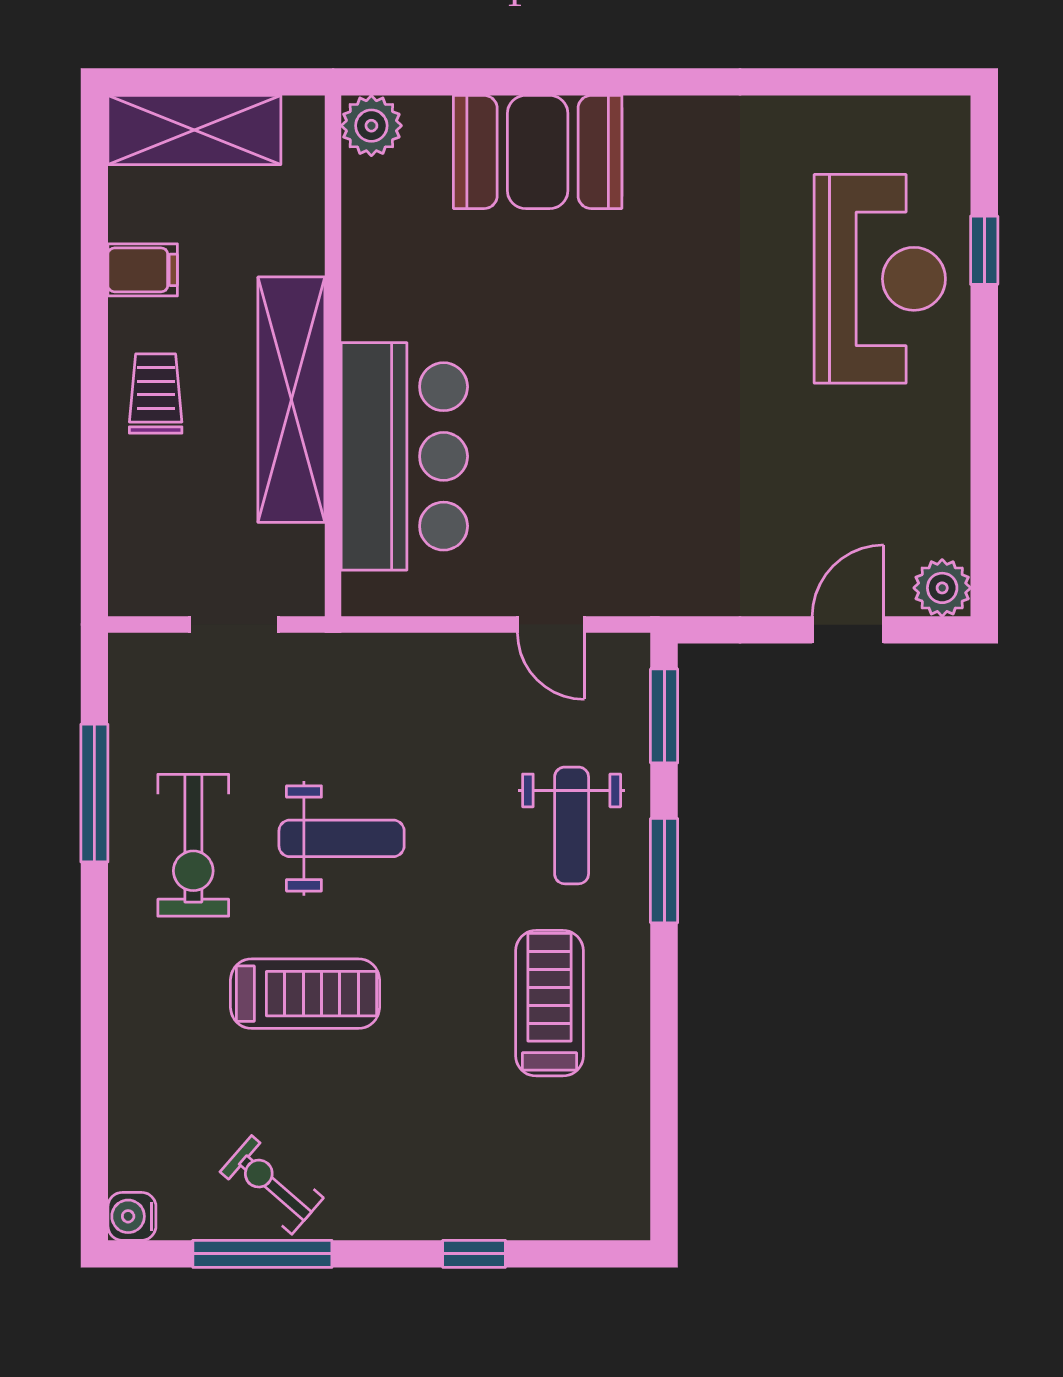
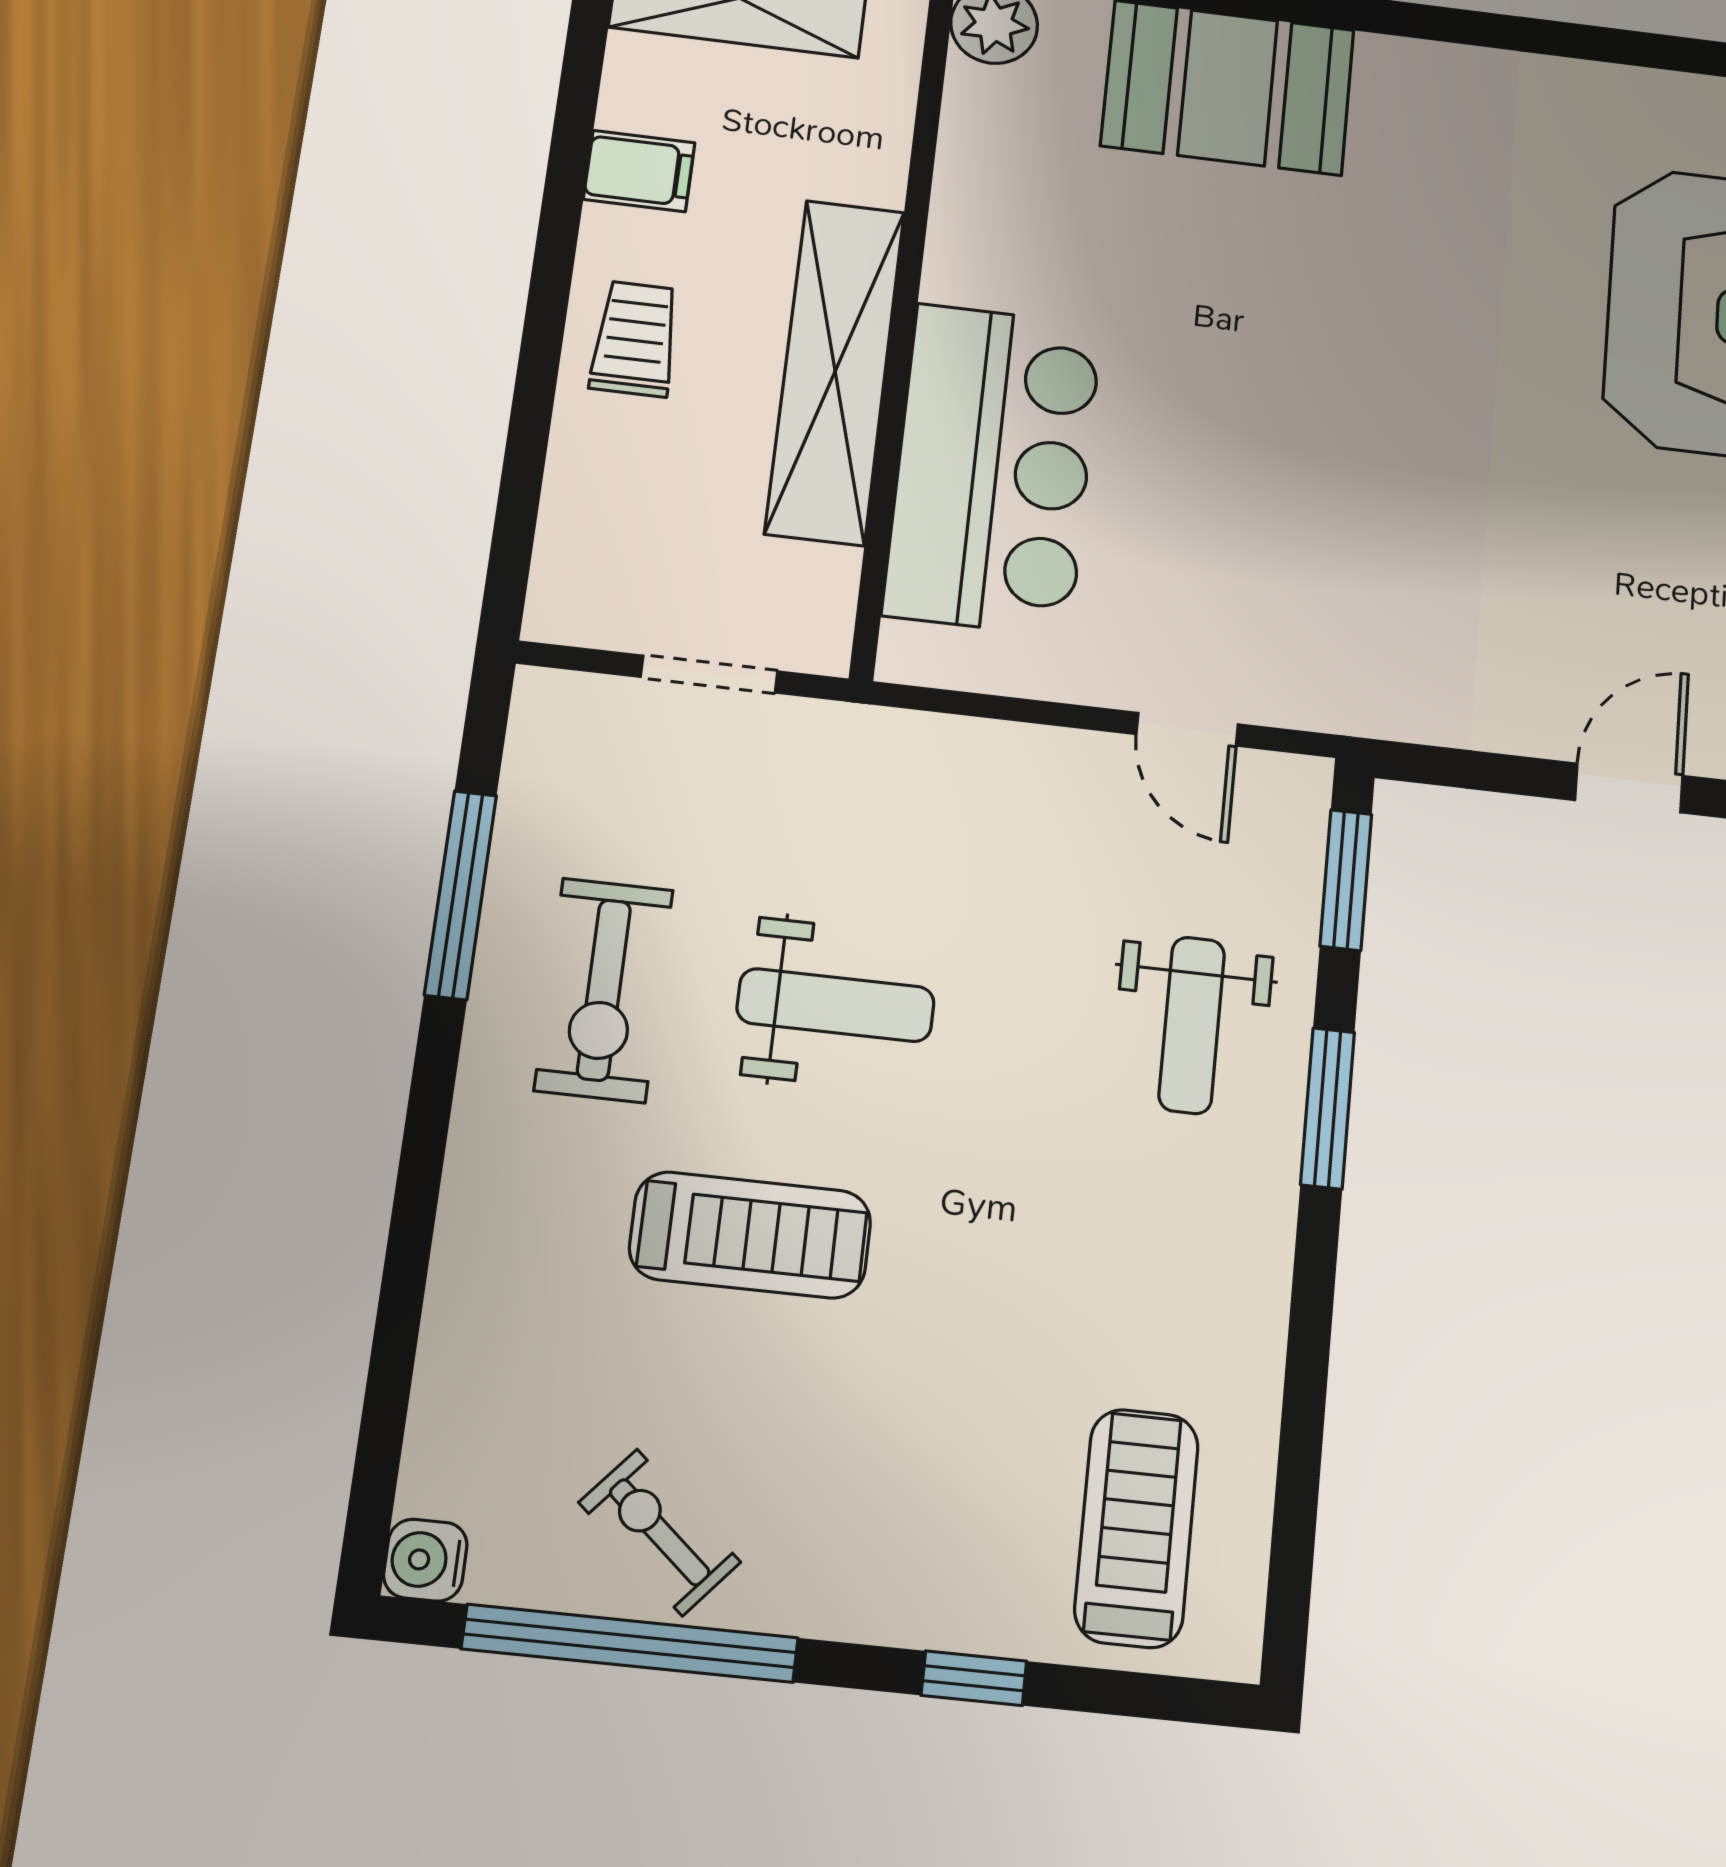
treadmill: (549, 1003) -> (1137, 1528), moved
window: (262, 1254) -> (630, 1643), width x1.46

